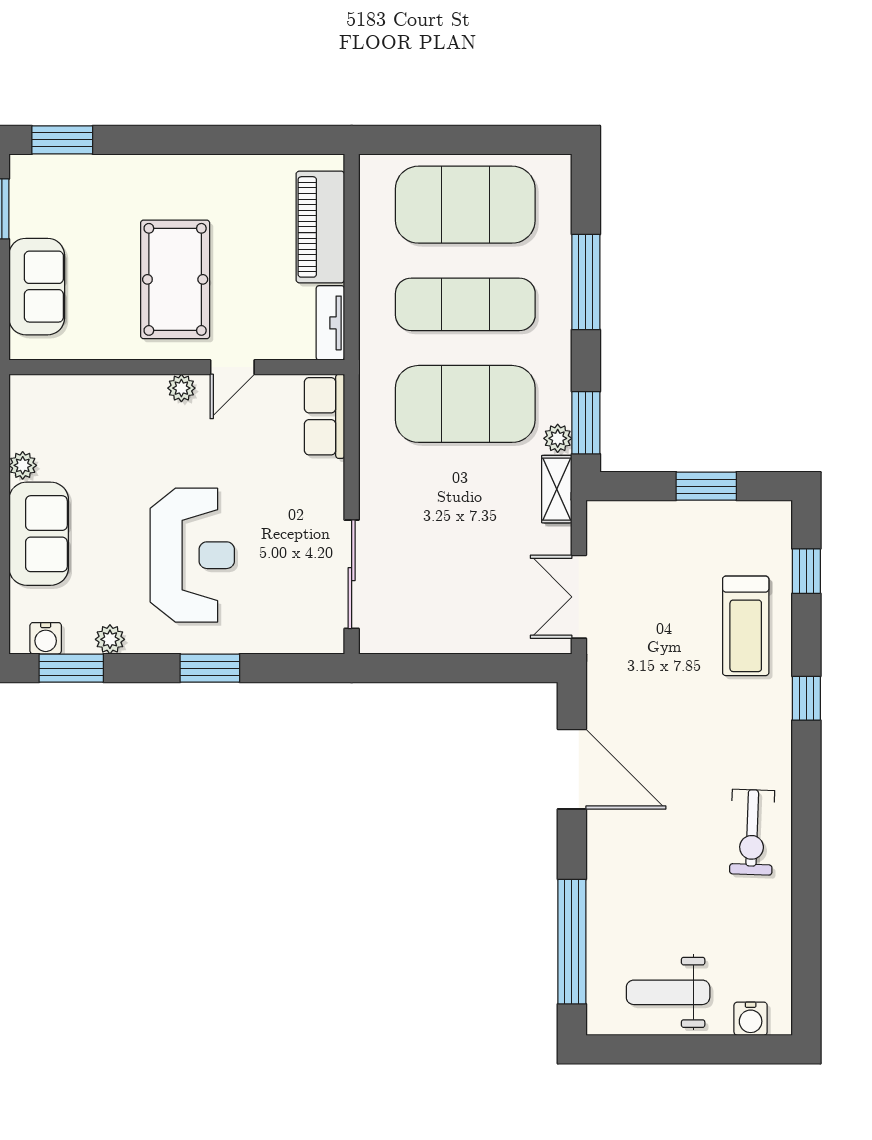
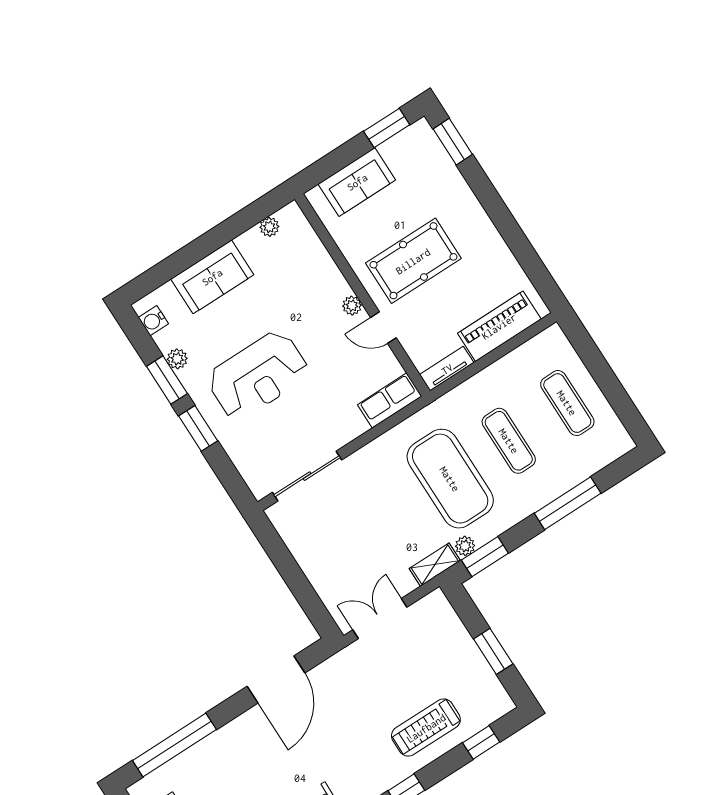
exercise mat: (465, 205) -> (567, 403), width x0.50, depth x0.69
exercise mat: (465, 304) -> (509, 441), width x0.73, depth x0.69
plant: (23, 465) -> (269, 227), moved
window: (71, 668) -> (167, 380), moved

